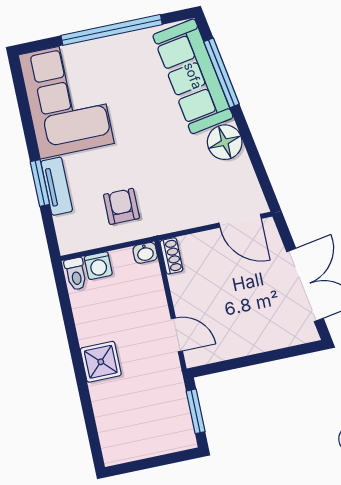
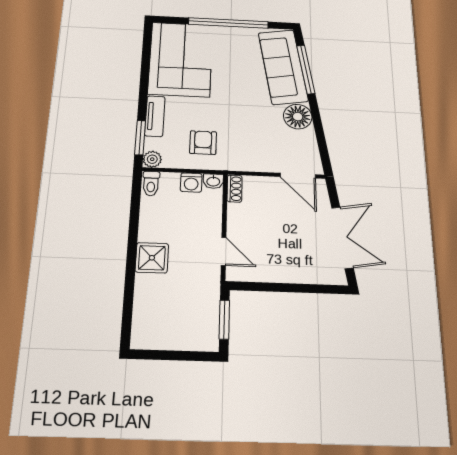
window: (40, 183) -> (140, 138), moved
plant: (69, 243) -> (152, 159), added
washing machine: (98, 266) -> (191, 182), moved

